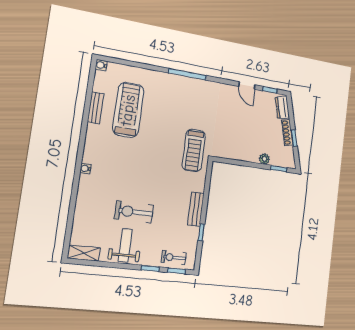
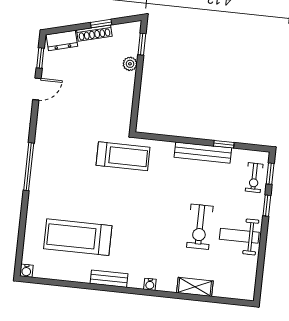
bench: (96, 108) -> (109, 279), moved
bench: (196, 209) -> (203, 153), width x1.36
shelving: (84, 253) -> (195, 287), moved, turned 90

